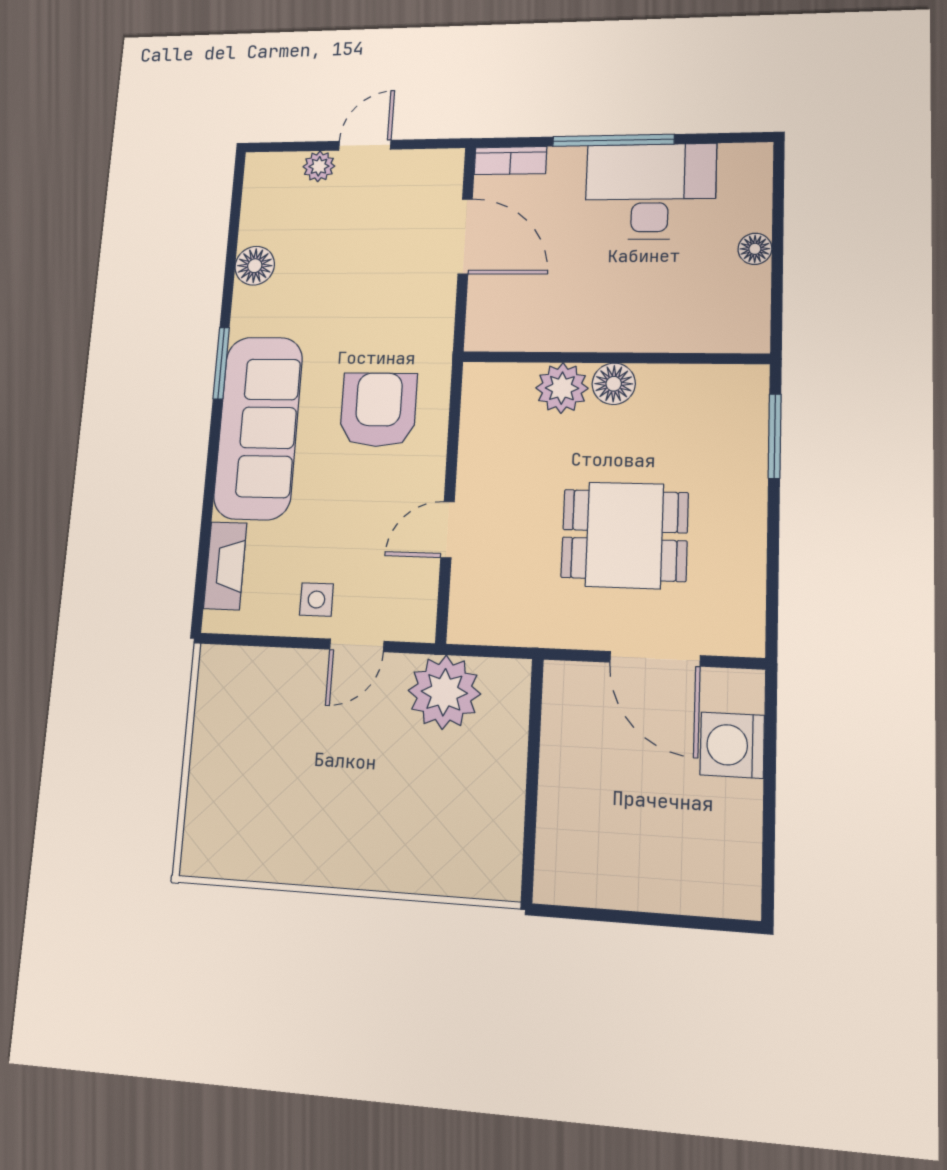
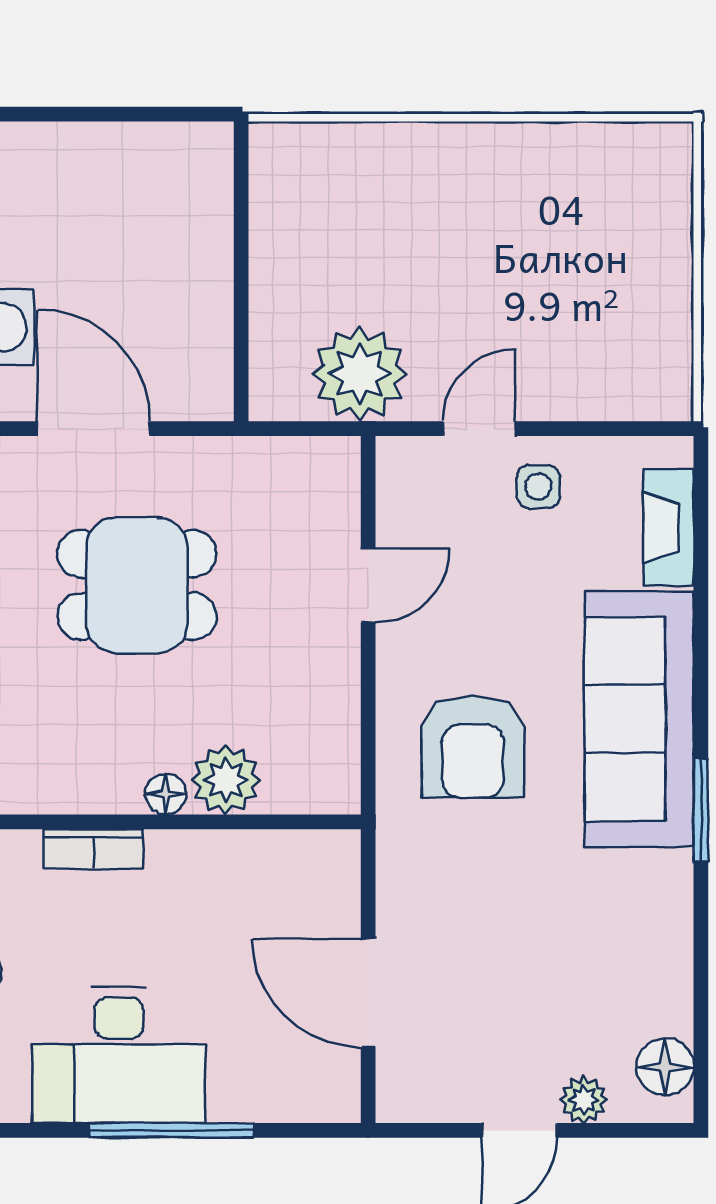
bookcase: (510, 161) -> (94, 849), moved, turned 180
floor lamp: (255, 266) -> (665, 1067), moved
floor lamp: (614, 384) -> (166, 794), width x0.73, depth x0.73

